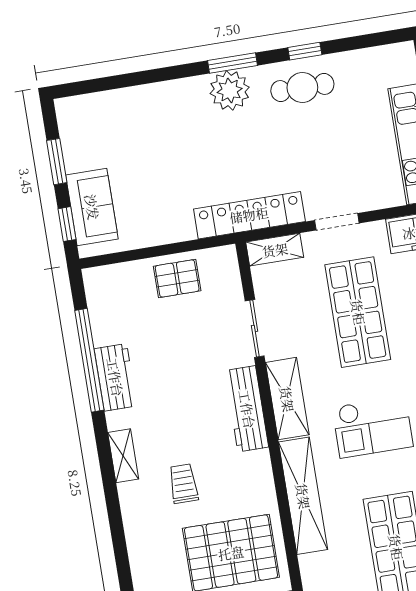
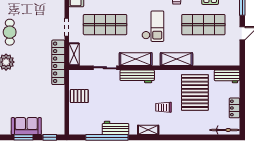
sofa: (92, 207) -> (26, 126), moved
pallet: (177, 278) -> (79, 96), turned 90
shelving: (303, 496) -> (176, 59), width x0.68

